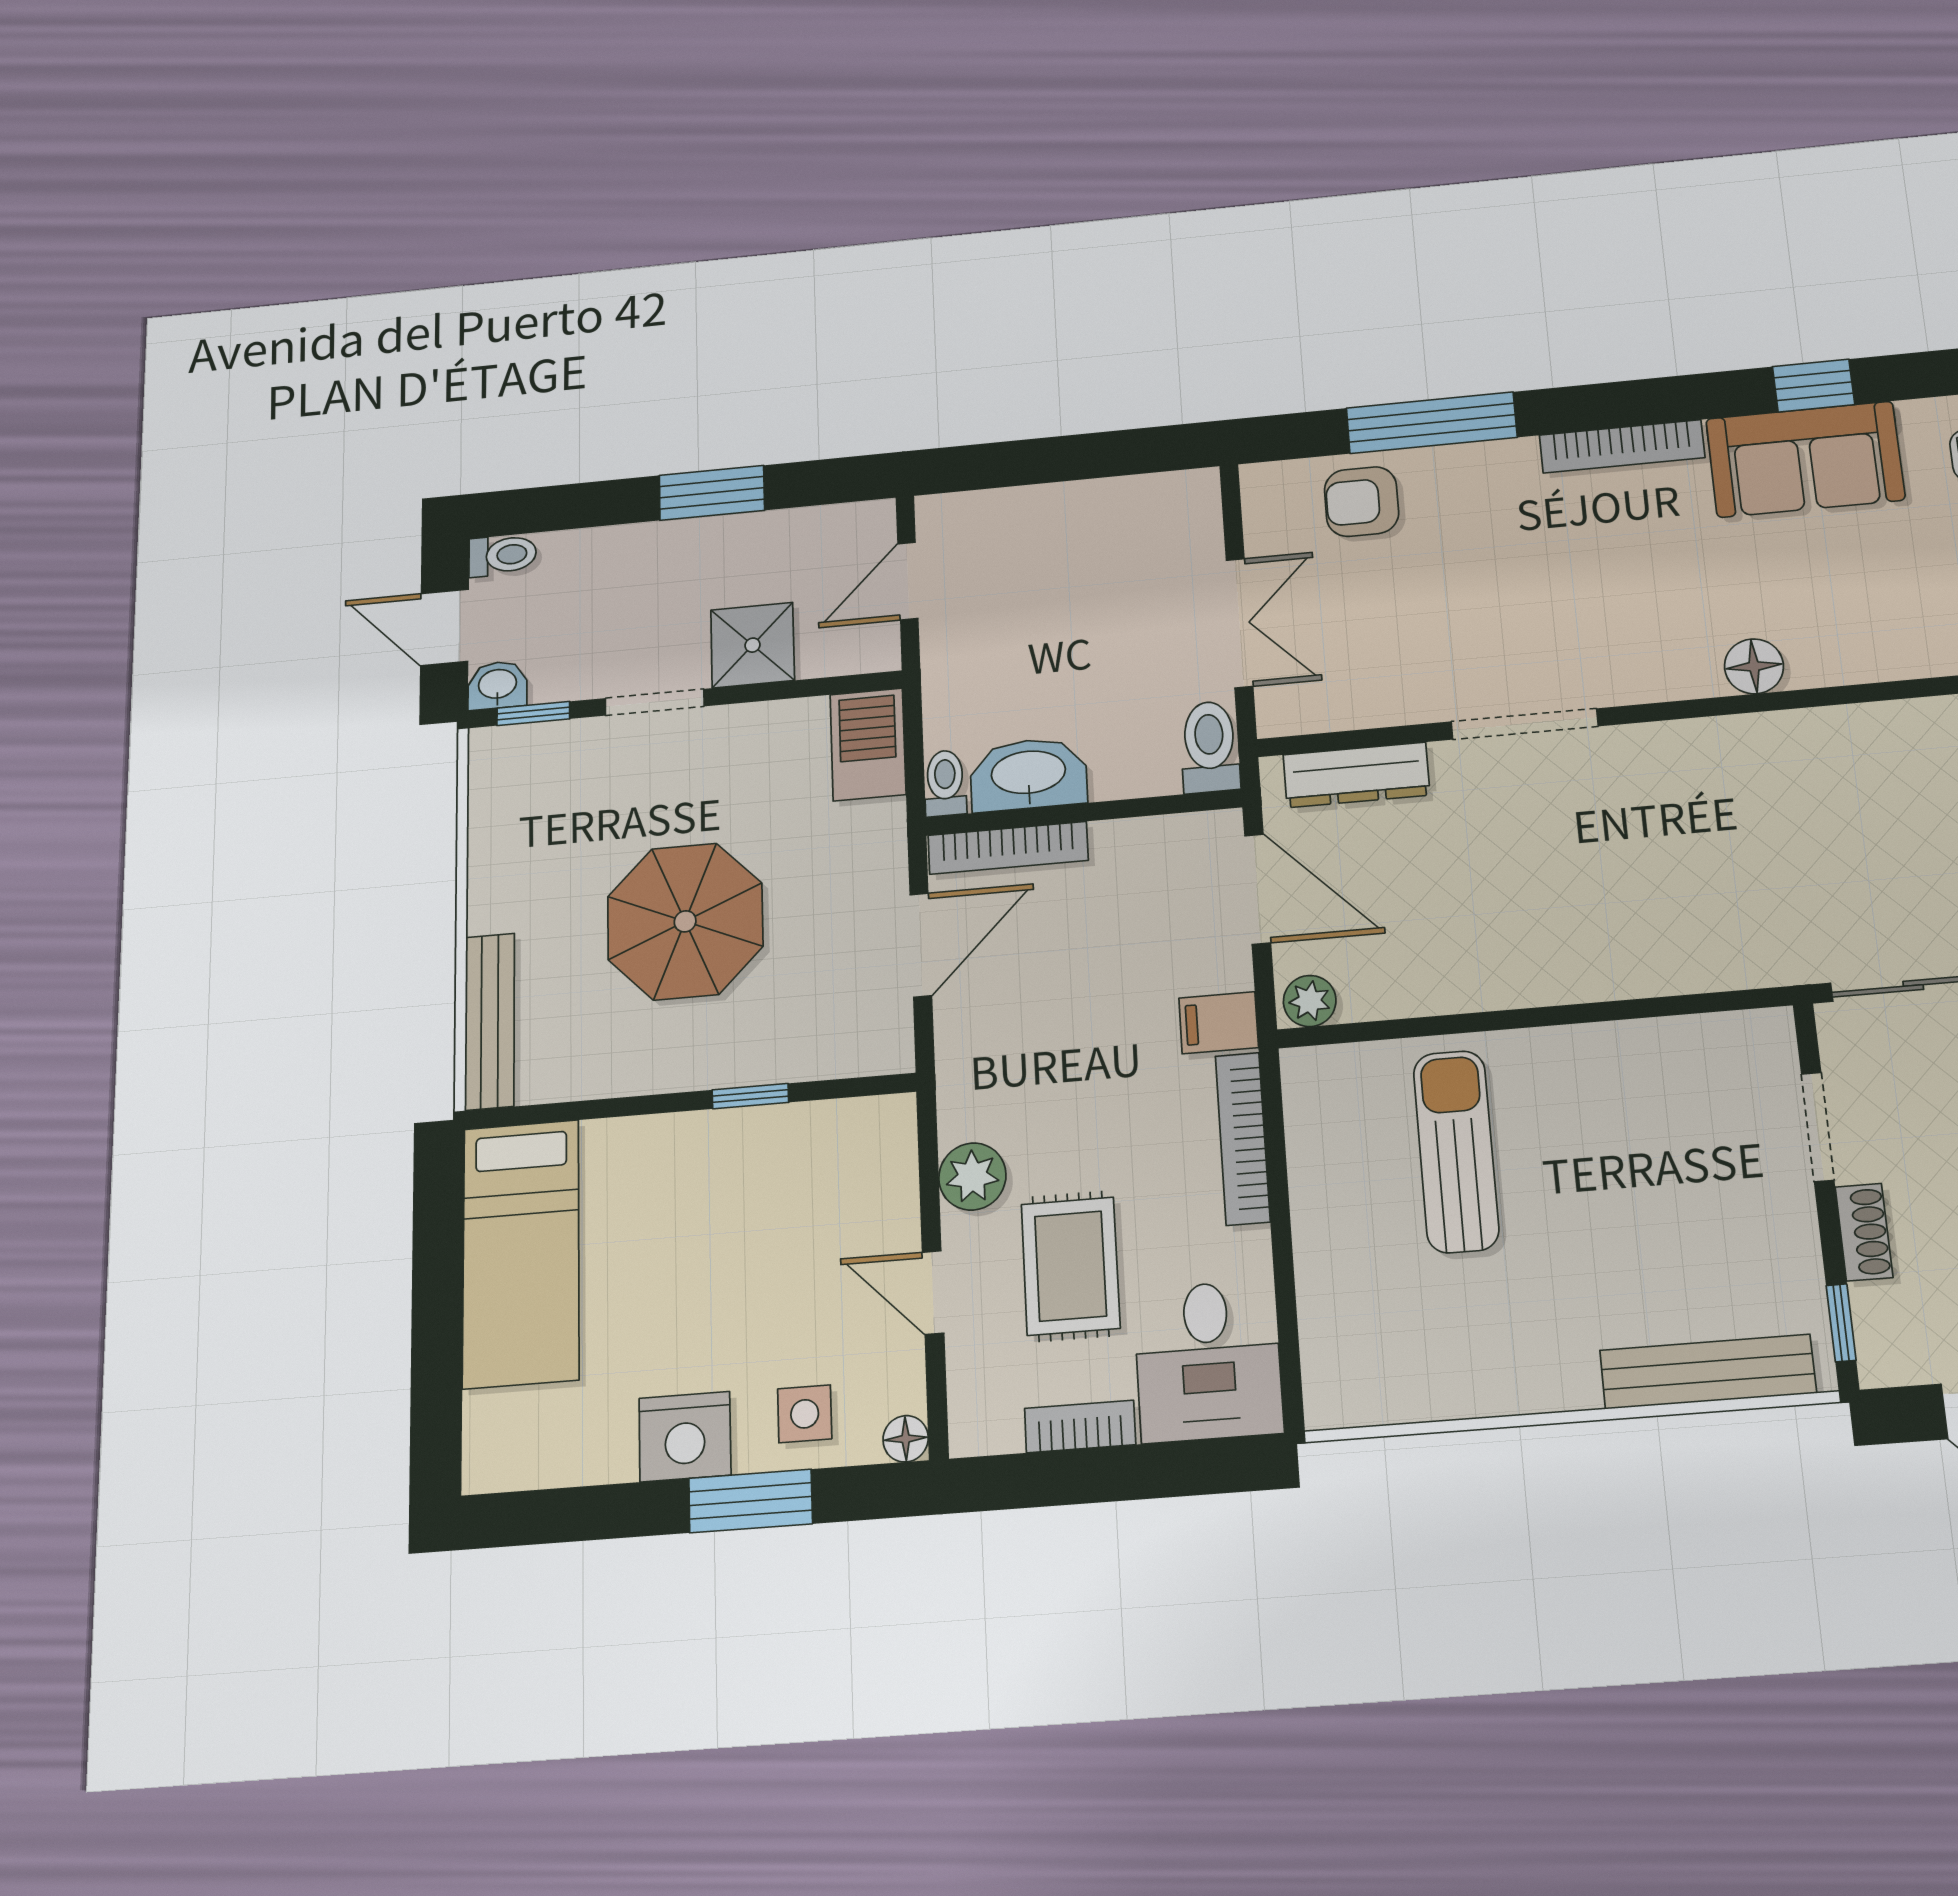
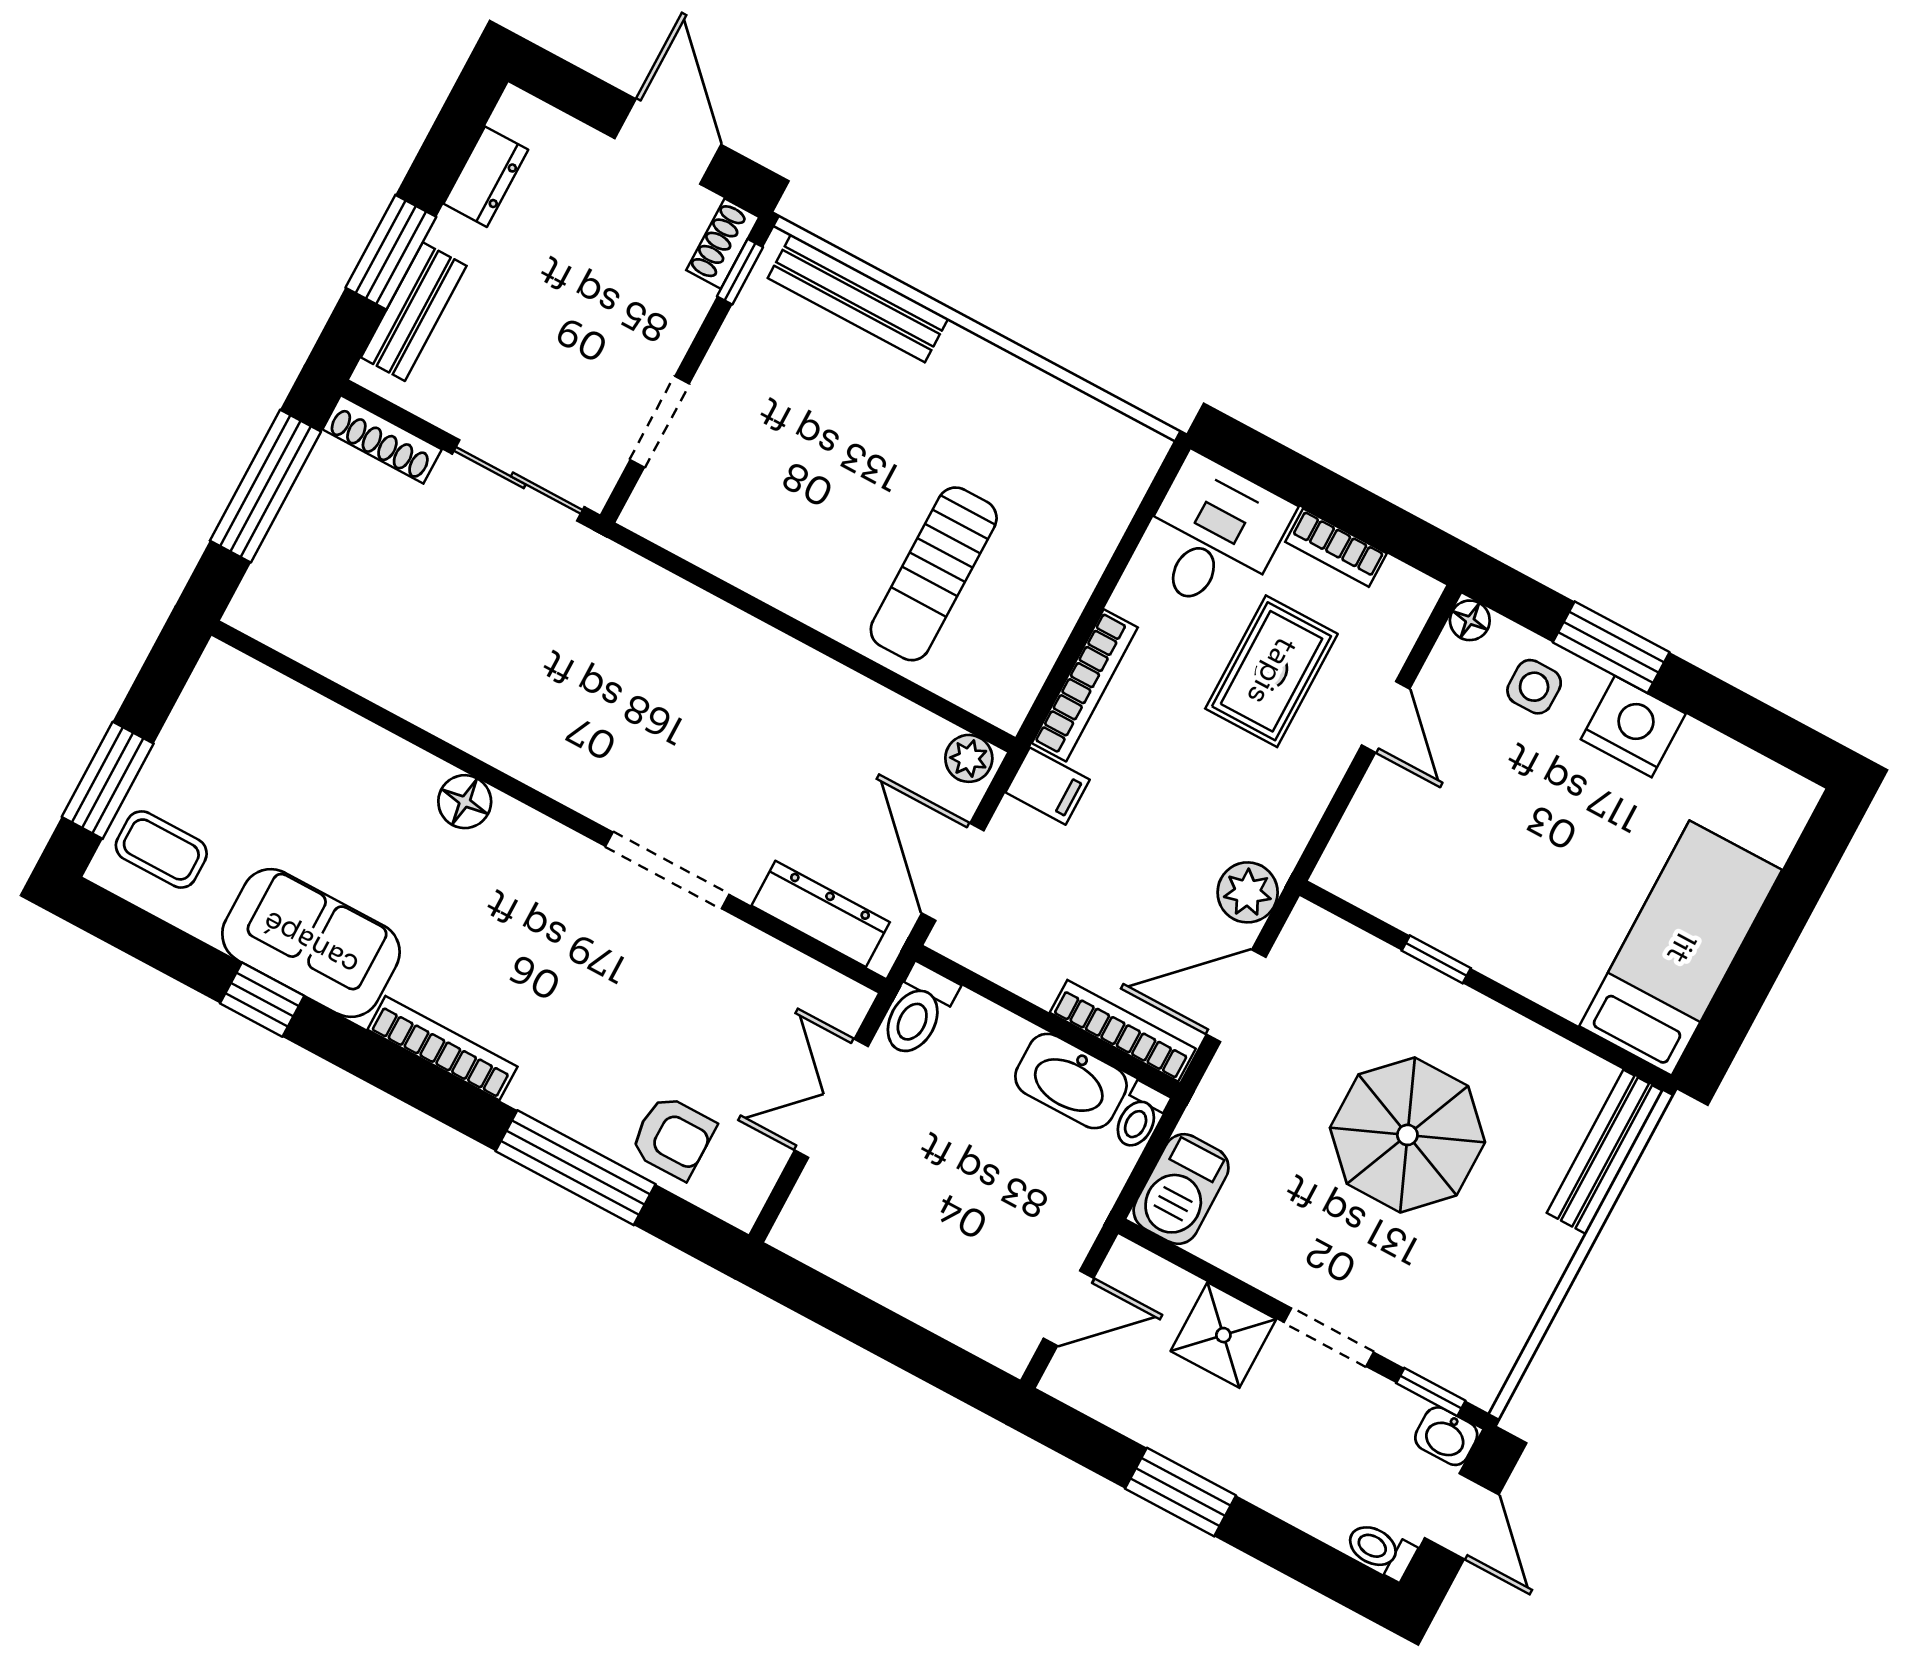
plant: (972, 1177) -> (1248, 892), moved
shoe rack: (1864, 1232) -> (723, 244), moved

